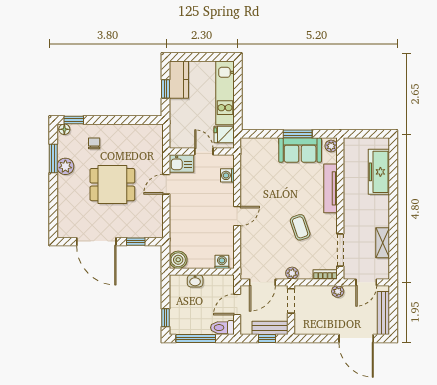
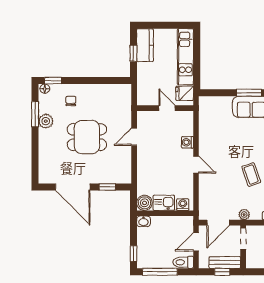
kitchen sink: (182, 163) -> (164, 203), moved, turned 180
washing machine: (227, 175) -> (187, 142), moved
door: (237, 216) -> (196, 165), hinge flipped
washbasin: (195, 281) -> (144, 221), moved

